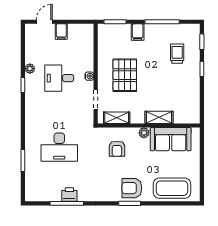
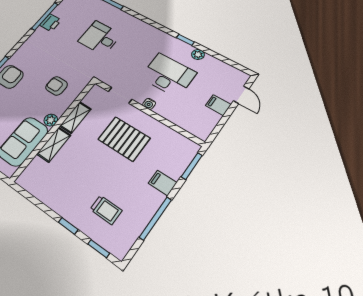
desk: (59, 78) -> (168, 75), width x1.37
shelving: (117, 118) -> (75, 117), moved
desk: (59, 147) -> (100, 38), width x0.73

